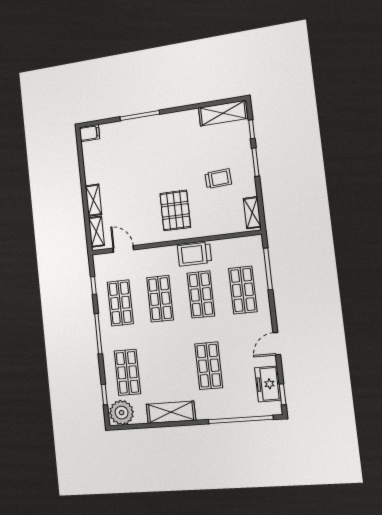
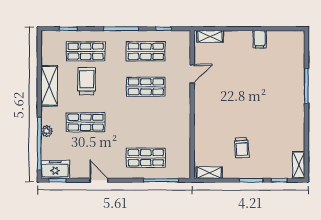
shelving: (223, 113) -> (299, 165), width x0.67, depth x0.75
filing cabinet: (90, 133) -> (260, 39), moved
shelving: (93, 200) -> (238, 37), removed
pallet: (175, 210) -> (220, 108), removed
door: (123, 249) -> (192, 74), moved
trolley: (194, 254) -> (87, 81), moved
shop shelf: (201, 294) -> (146, 122), removed
freezer: (268, 384) -> (55, 169), moved
plant: (122, 413) -> (47, 131), moved, width x0.53, depth x0.53

